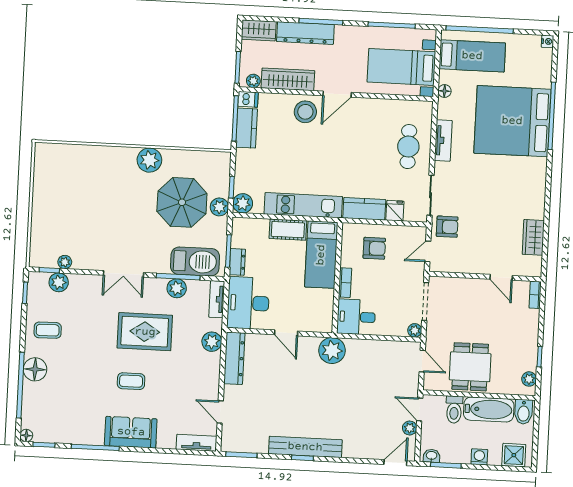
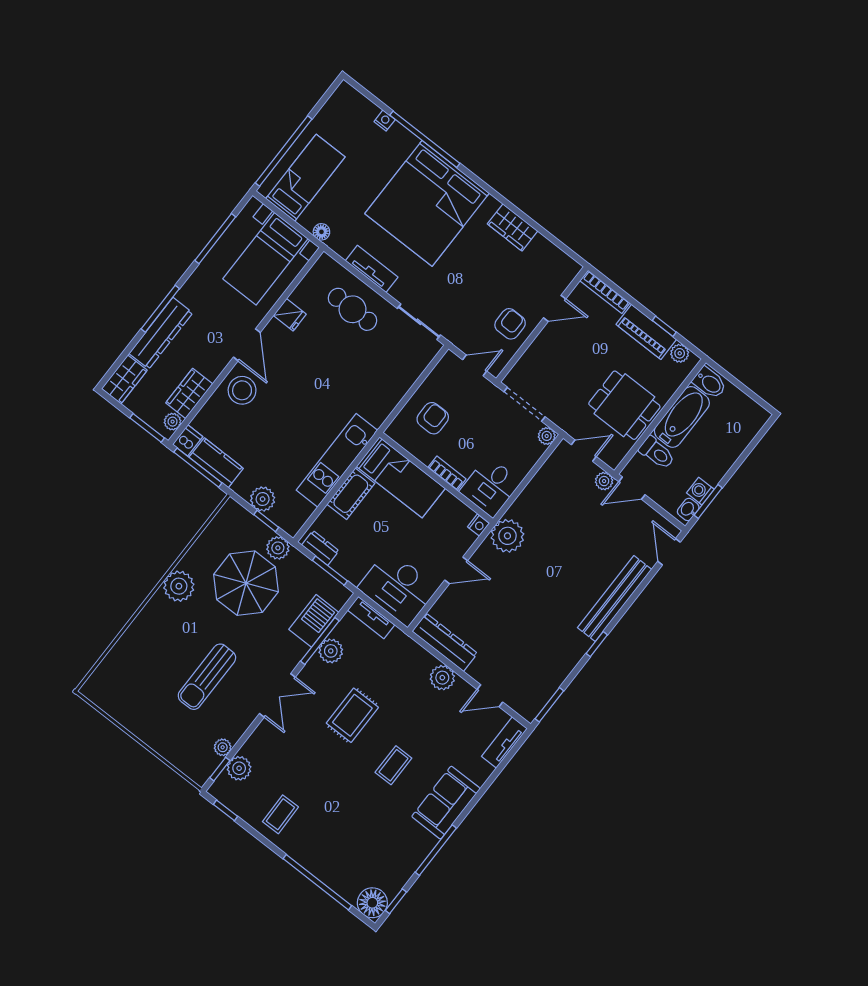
nightstand: (548, 41) -> (385, 121), moved
wardrobe: (288, 79) -> (189, 393), width x0.67
bed: (512, 121) -> (427, 203), moved
plant: (243, 203) -> (263, 499), moved
kitchen counter: (364, 209) -> (385, 400), removed
fridge: (395, 211) -> (290, 315), moved, turned 180
sun lounger: (103, 220) -> (207, 677), added
armchair: (447, 227) -> (510, 324), moved
wardrobe: (533, 237) -> (513, 227), moved
door: (428, 251) -> (475, 365), swing flipped
barbecue: (195, 261) -> (314, 621), width x0.73, depth x0.83
dresser: (237, 262) -> (320, 548), moved
bookcase: (535, 295) -> (605, 292), width x1.56
nightstand: (326, 327) -> (478, 525), added
rug: (145, 332) -> (352, 715), width x0.73, depth x0.70
plant: (212, 342) -> (442, 678), moved
piano: (528, 347) -> (646, 332), added
floor lamp: (35, 369) -> (312, 856), removed
plant: (410, 428) -> (604, 481), moved
floor lamp: (26, 435) -> (372, 903), width x1.89, depth x1.89
bench: (305, 447) -> (615, 599), moved
shower: (514, 455) -> (747, 424), removed
washing machine: (479, 457) -> (700, 491), moved

